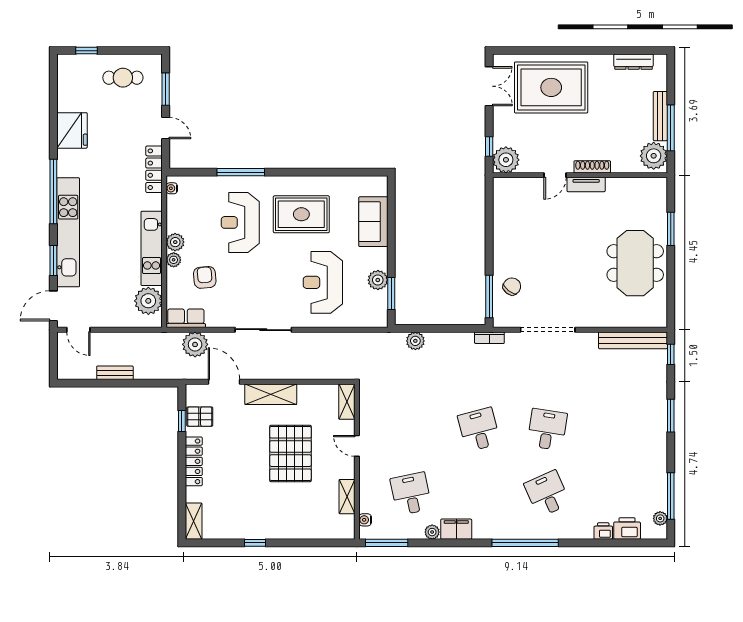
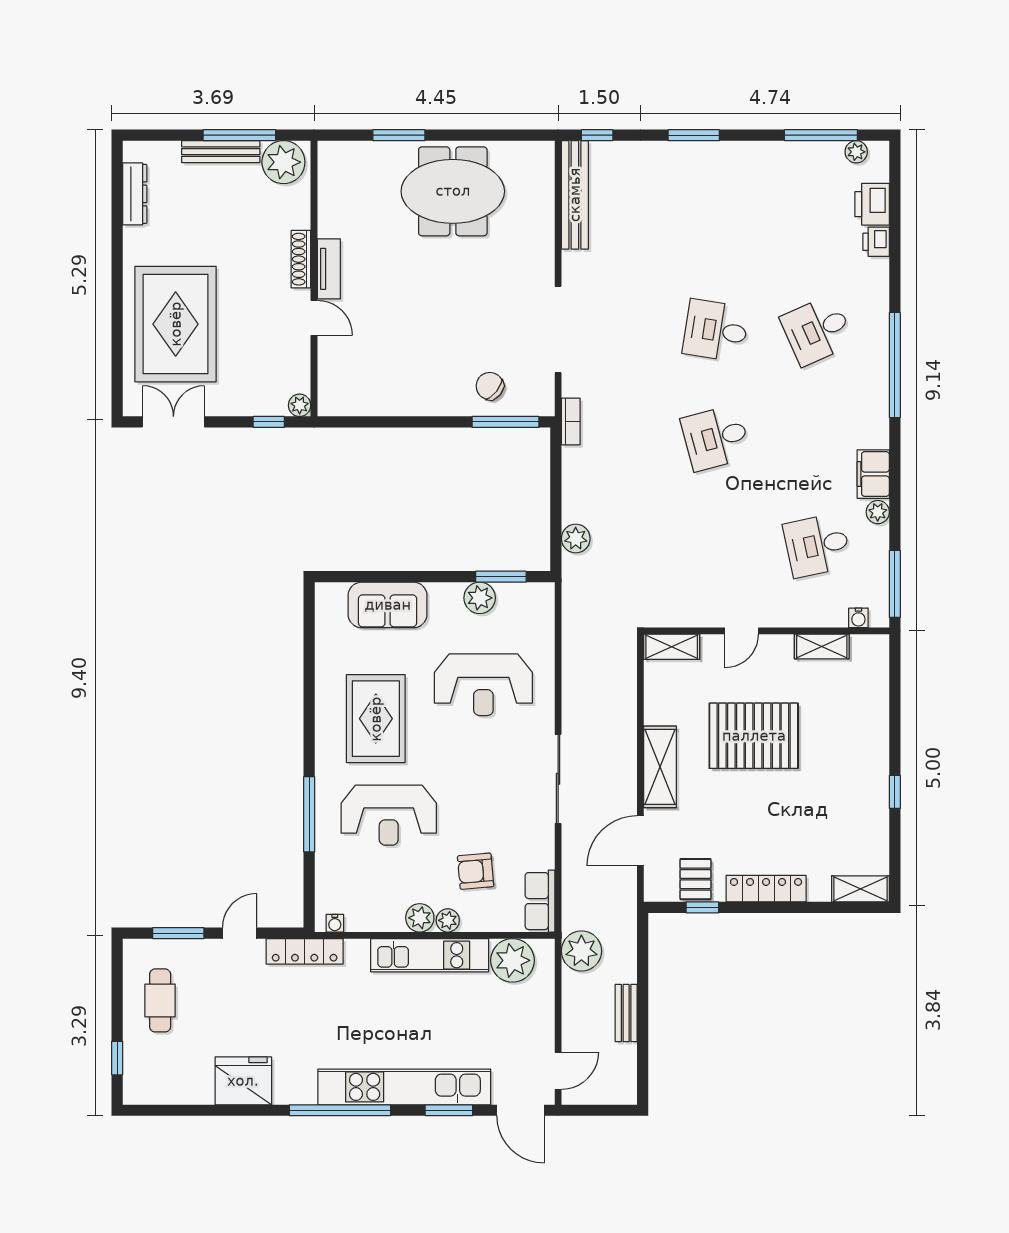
plant: (506, 160) -> (300, 405), width x0.53, depth x0.53
plant: (195, 344) -> (581, 951), moved

